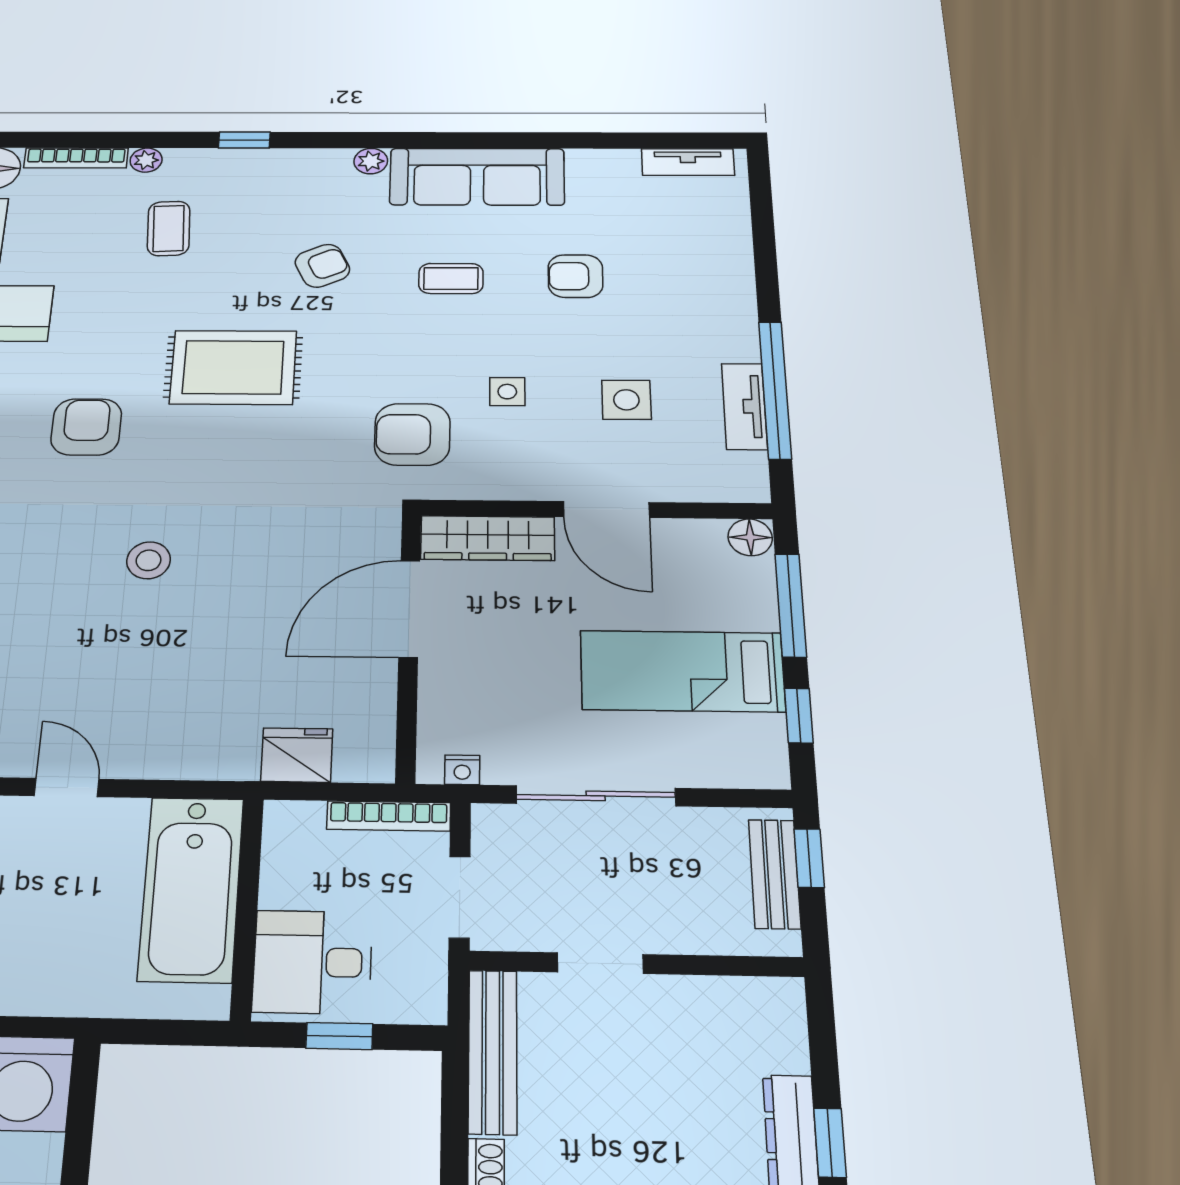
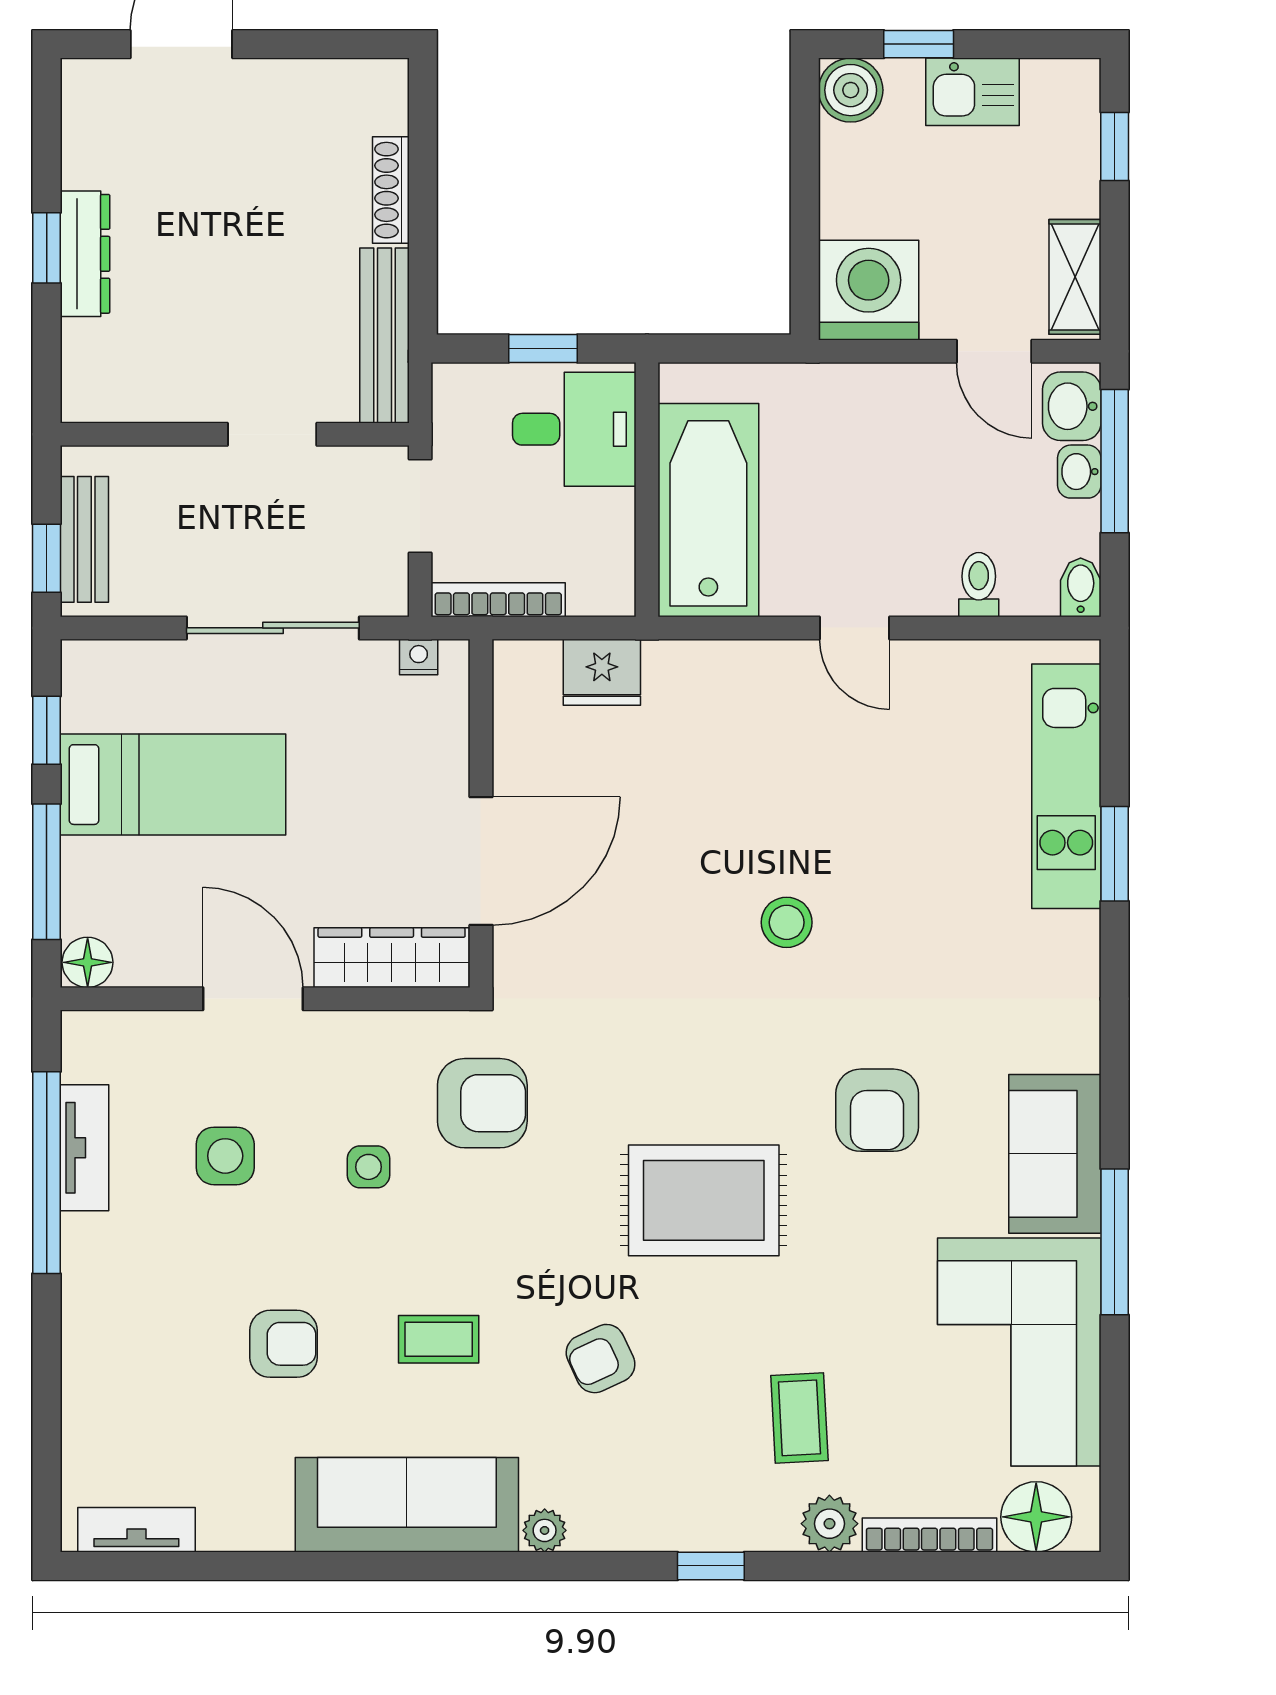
plant: (146, 160) -> (829, 1524), width x1.38, depth x1.38

